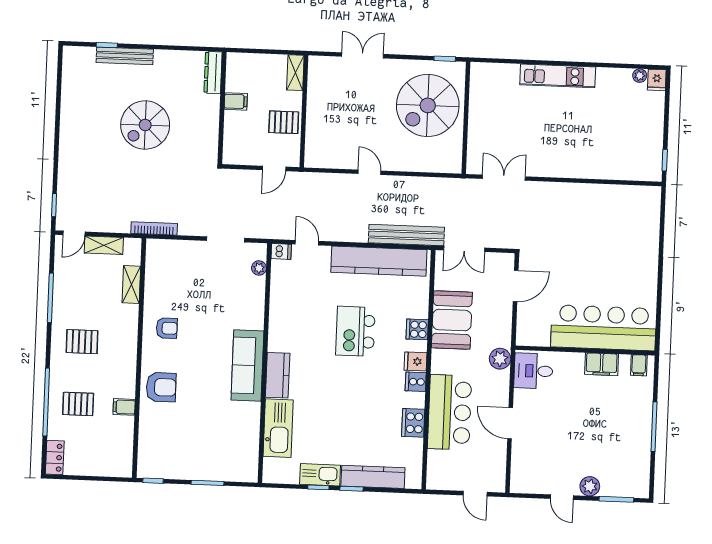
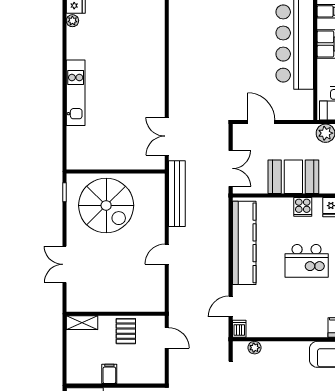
bench: (406, 235) -> (177, 194), moved

